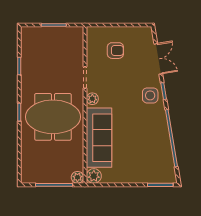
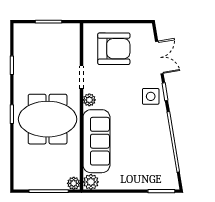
armchair: (115, 51) -> (114, 49), width x1.88, depth x1.88

